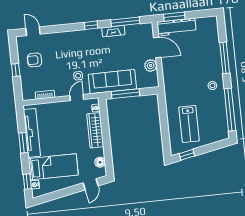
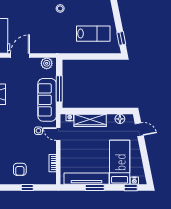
plant: (151, 65) -> (47, 63), moved

